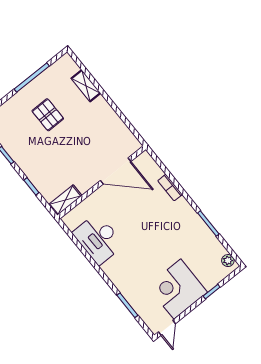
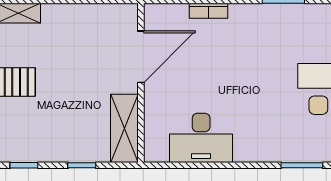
shelving: (65, 200) -> (124, 128), width x1.50, depth x1.33

